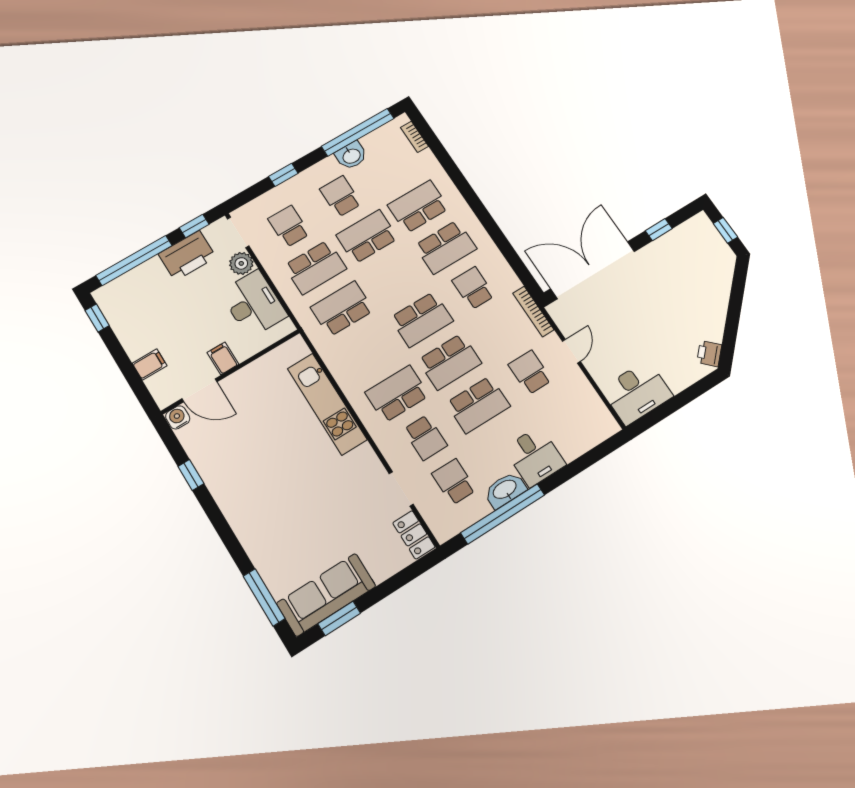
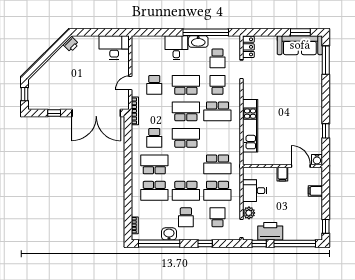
school desk: (289, 226) -> (217, 217), turned 180
school desk: (315, 267) -> (217, 191), turned 180
desk: (254, 304) -> (255, 191), width x0.73

